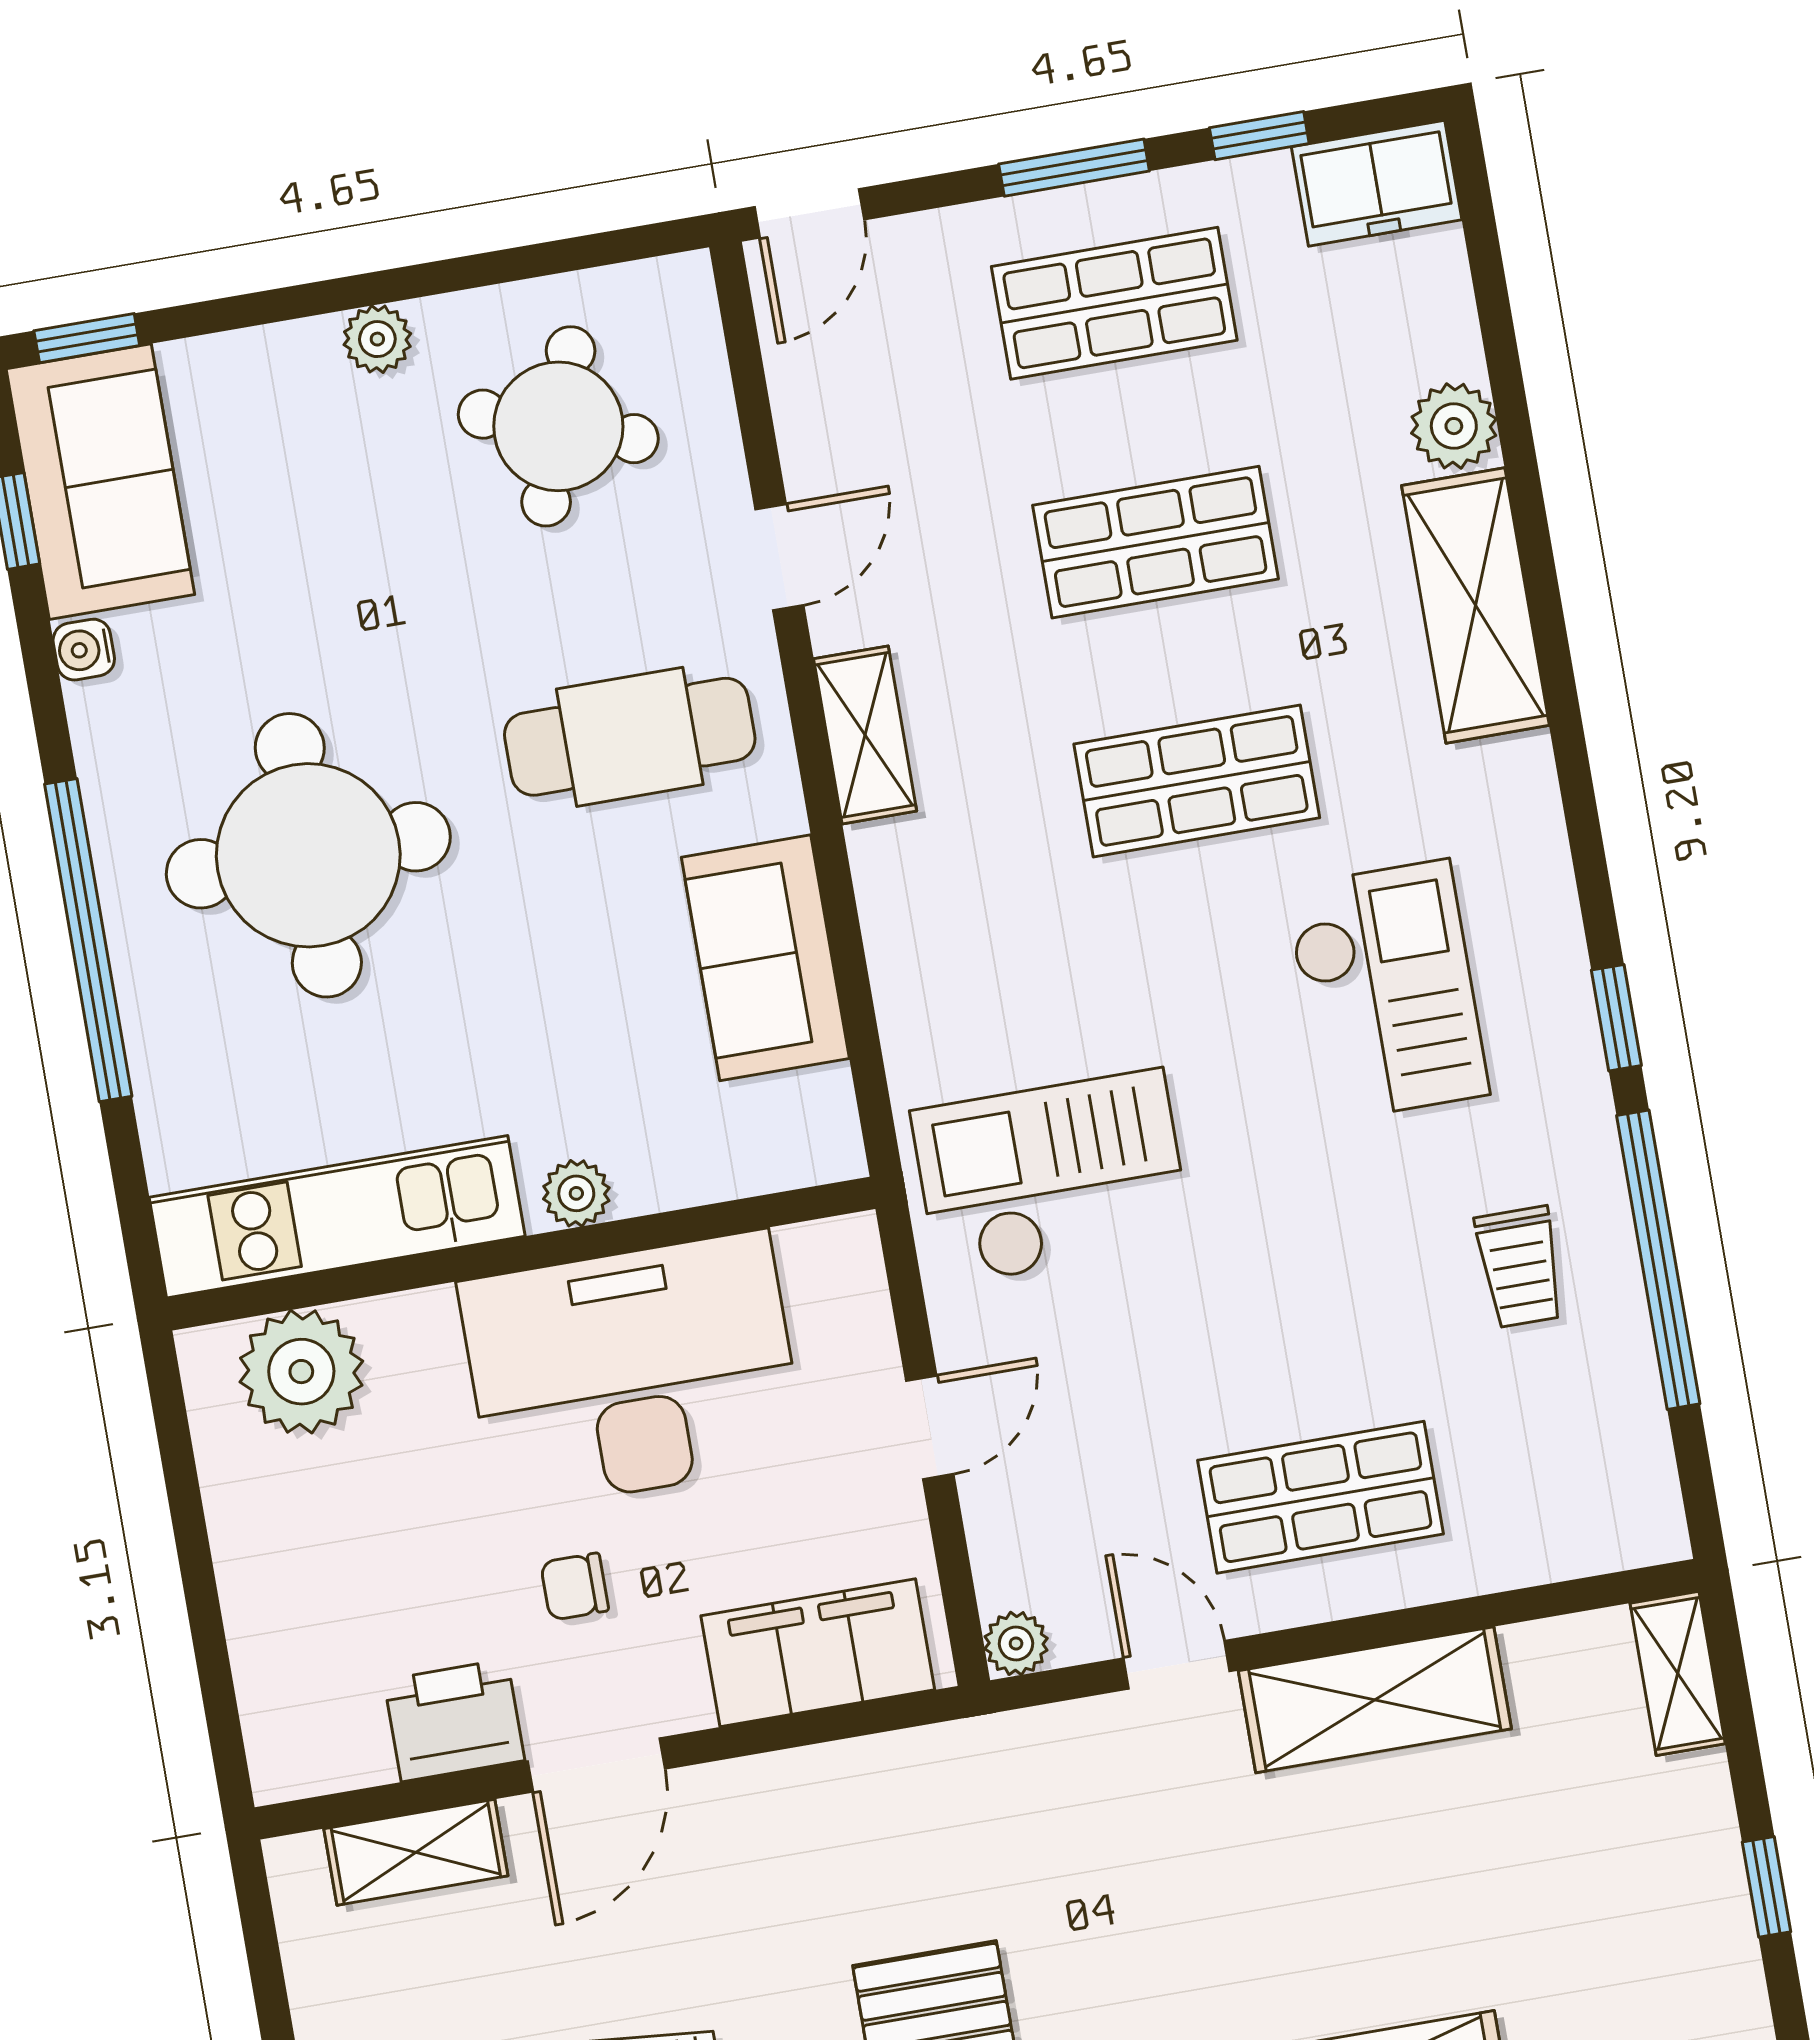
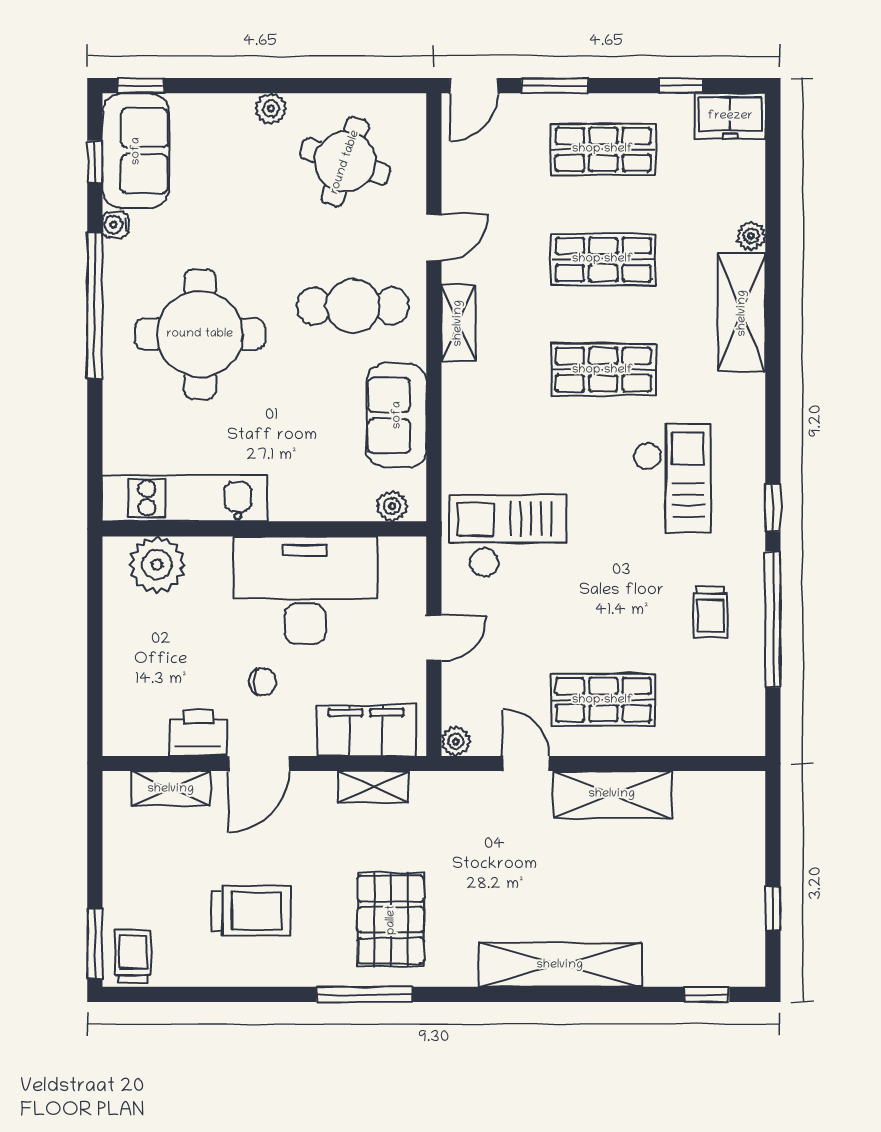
window: (1074, 168) -> (555, 86), moved
plant: (1454, 426) -> (751, 236), width x0.73, depth x0.73
window: (88, 940) -> (95, 305), moved
plant: (576, 1193) -> (392, 506), moved
chair: (575, 1587) -> (263, 682), turned 180
shelving: (1678, 1673) -> (373, 787), moved, turned 90

